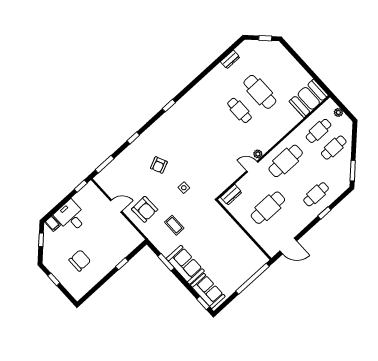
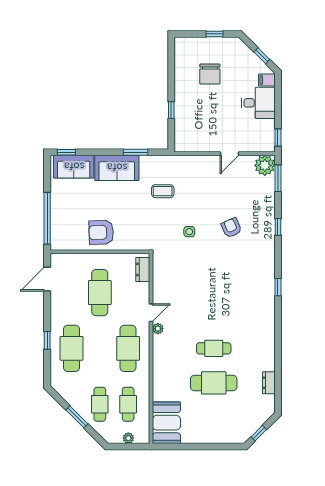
window: (353, 171) -> (77, 417), moved
plant: (104, 179) -> (265, 165), added
cafe table: (316, 194) -> (72, 348), width x1.37, depth x1.35
armchair: (145, 209) -> (101, 232), moved

